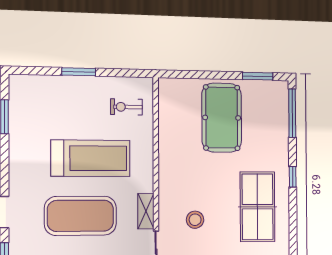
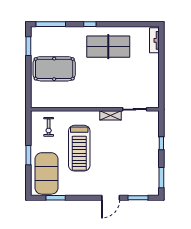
treadmill: (91, 158) -> (79, 148), turned 180
exercise mat: (80, 216) -> (47, 173), moved
stool: (195, 220) -> (116, 86), removed

